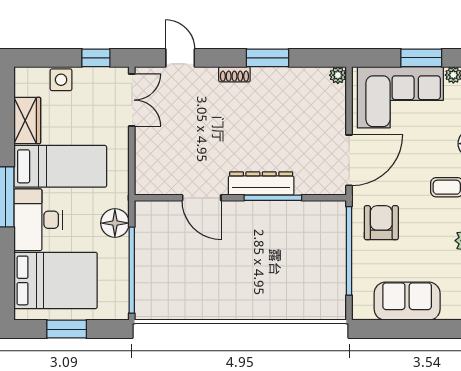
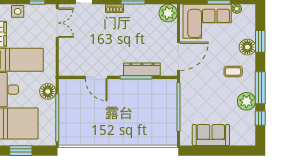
plant: (338, 75) -> (168, 13), width x1.88, depth x1.88
dresser: (261, 183) -> (142, 69), moved
armchair: (381, 223) -> (196, 91), removed

